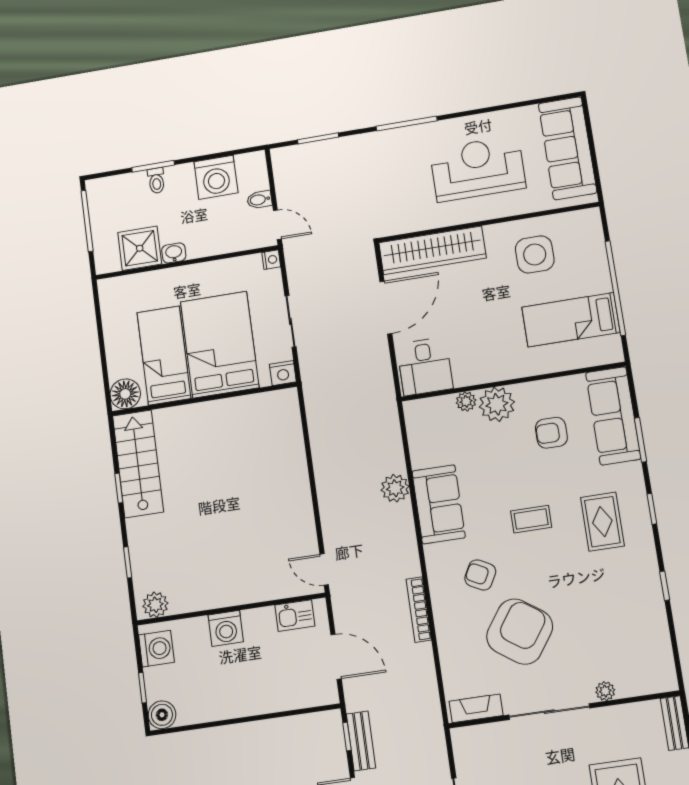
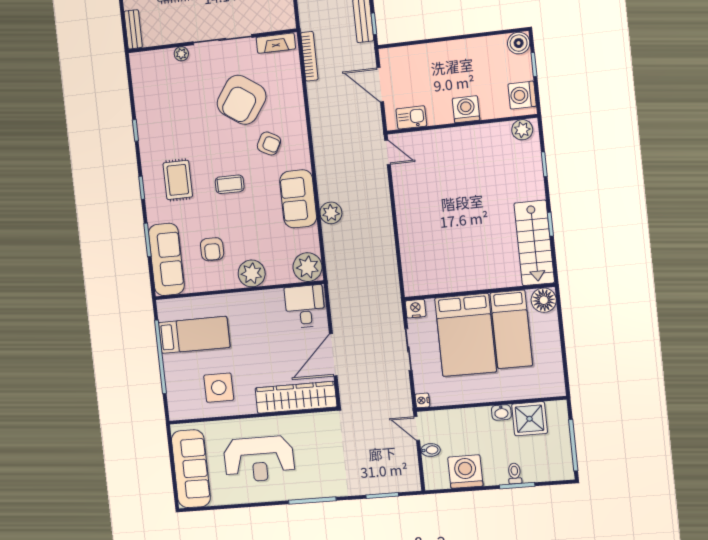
plant: (466, 401) -> (308, 267), moved, width x1.88, depth x1.88
armchair: (551, 433) -> (212, 249), turned 90
bookcase: (419, 610) -> (309, 56), moved

